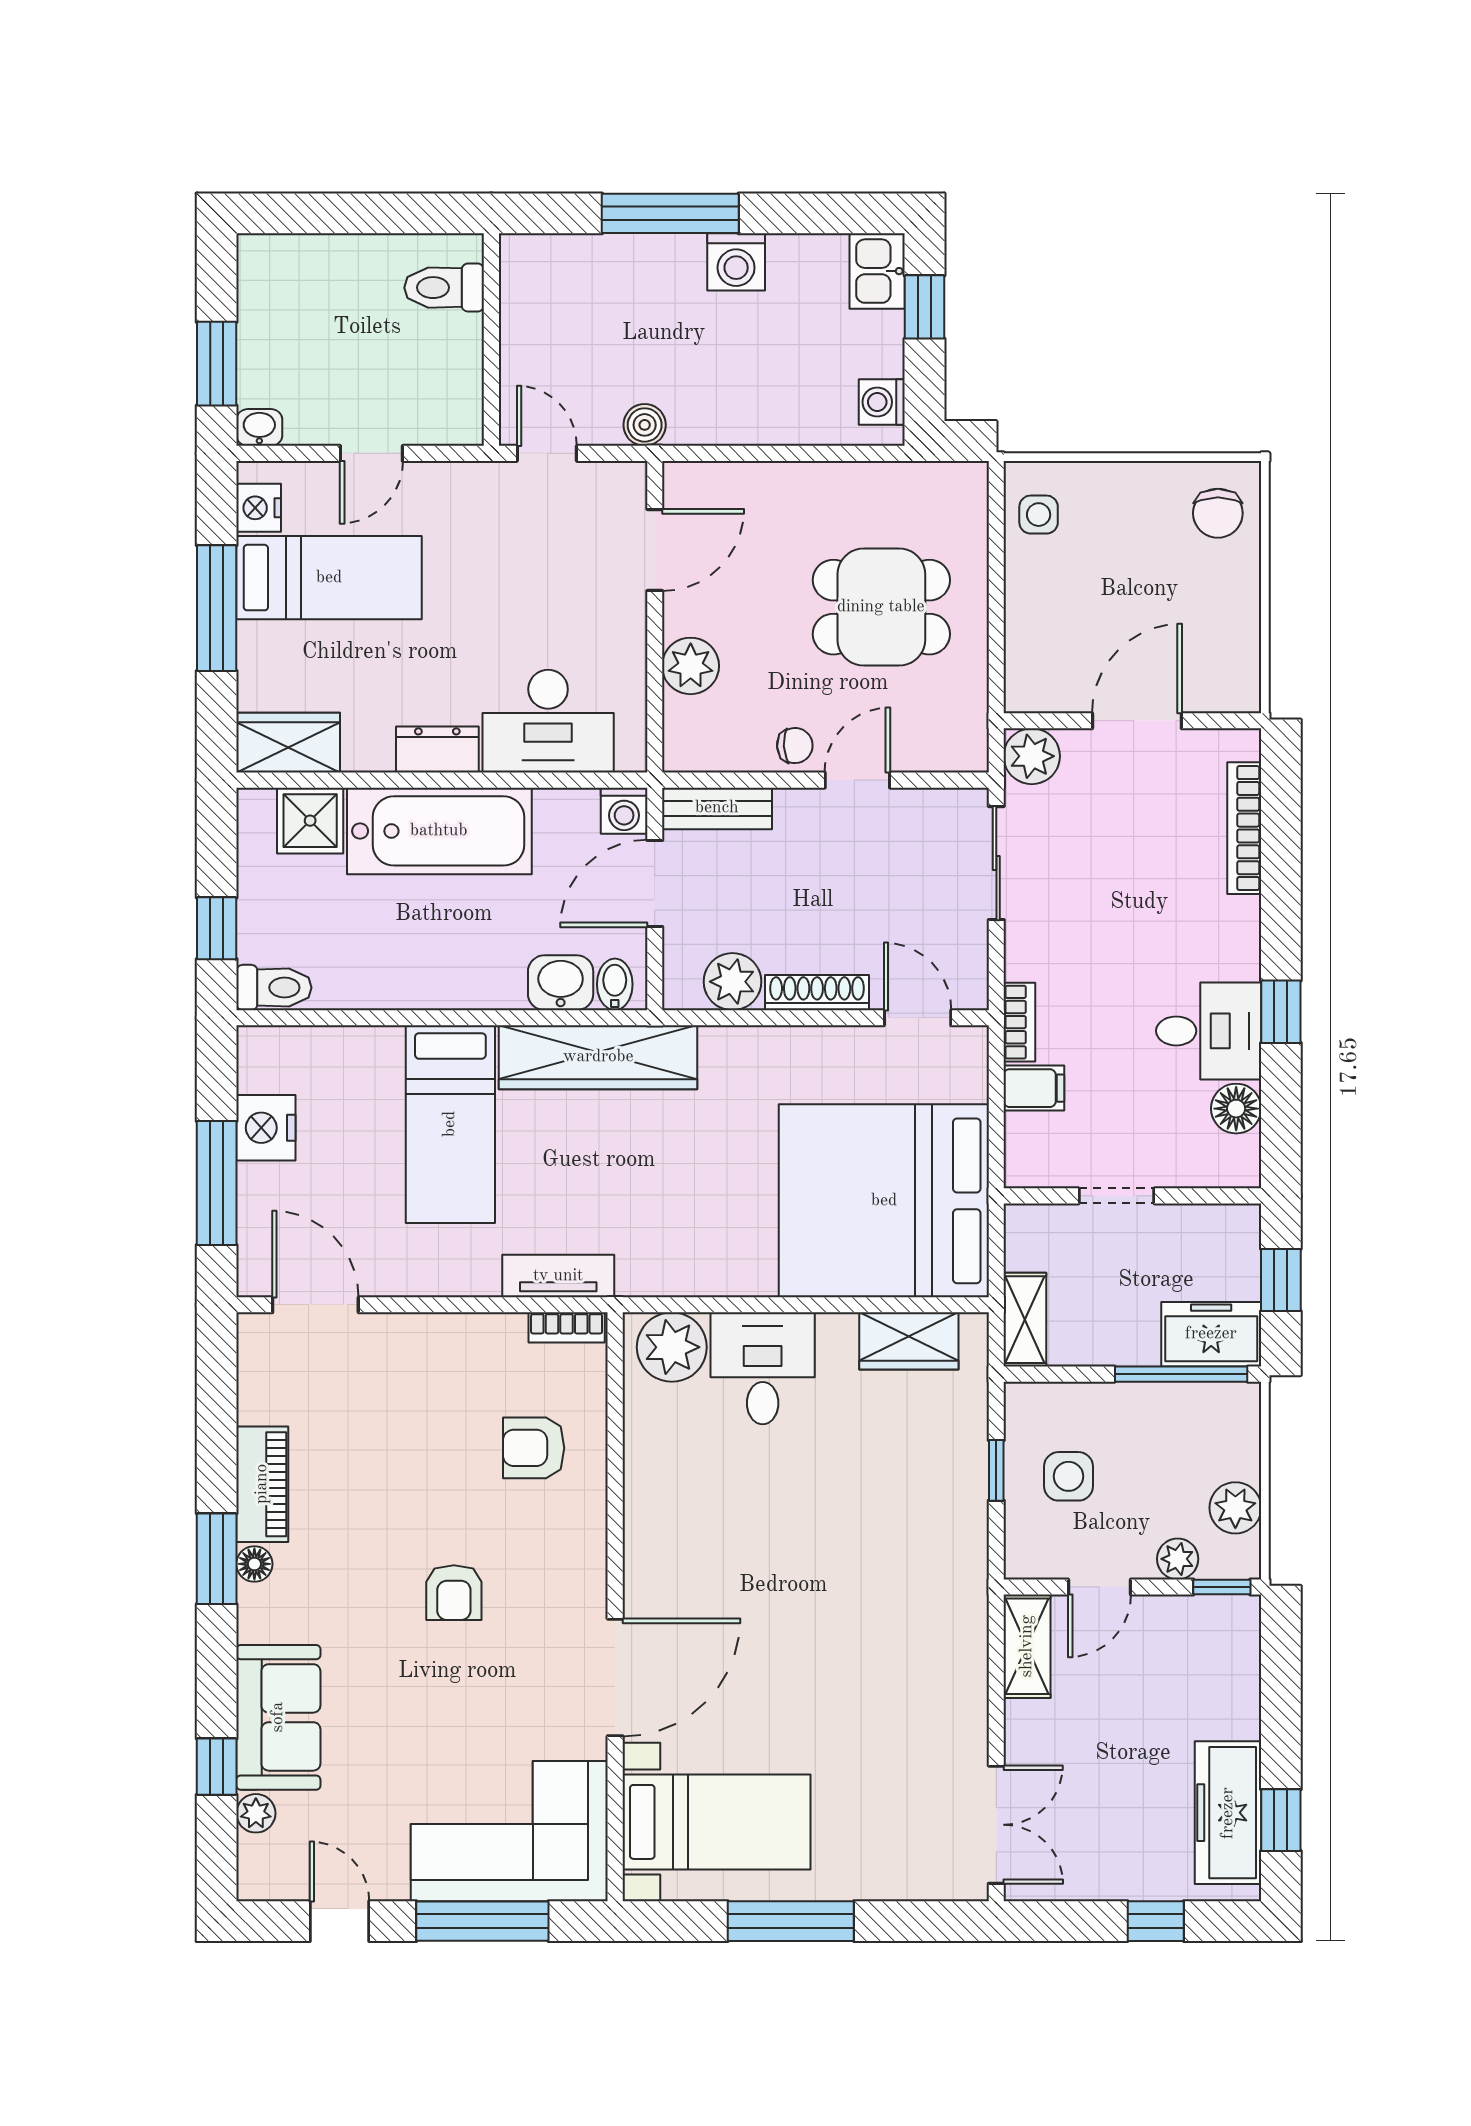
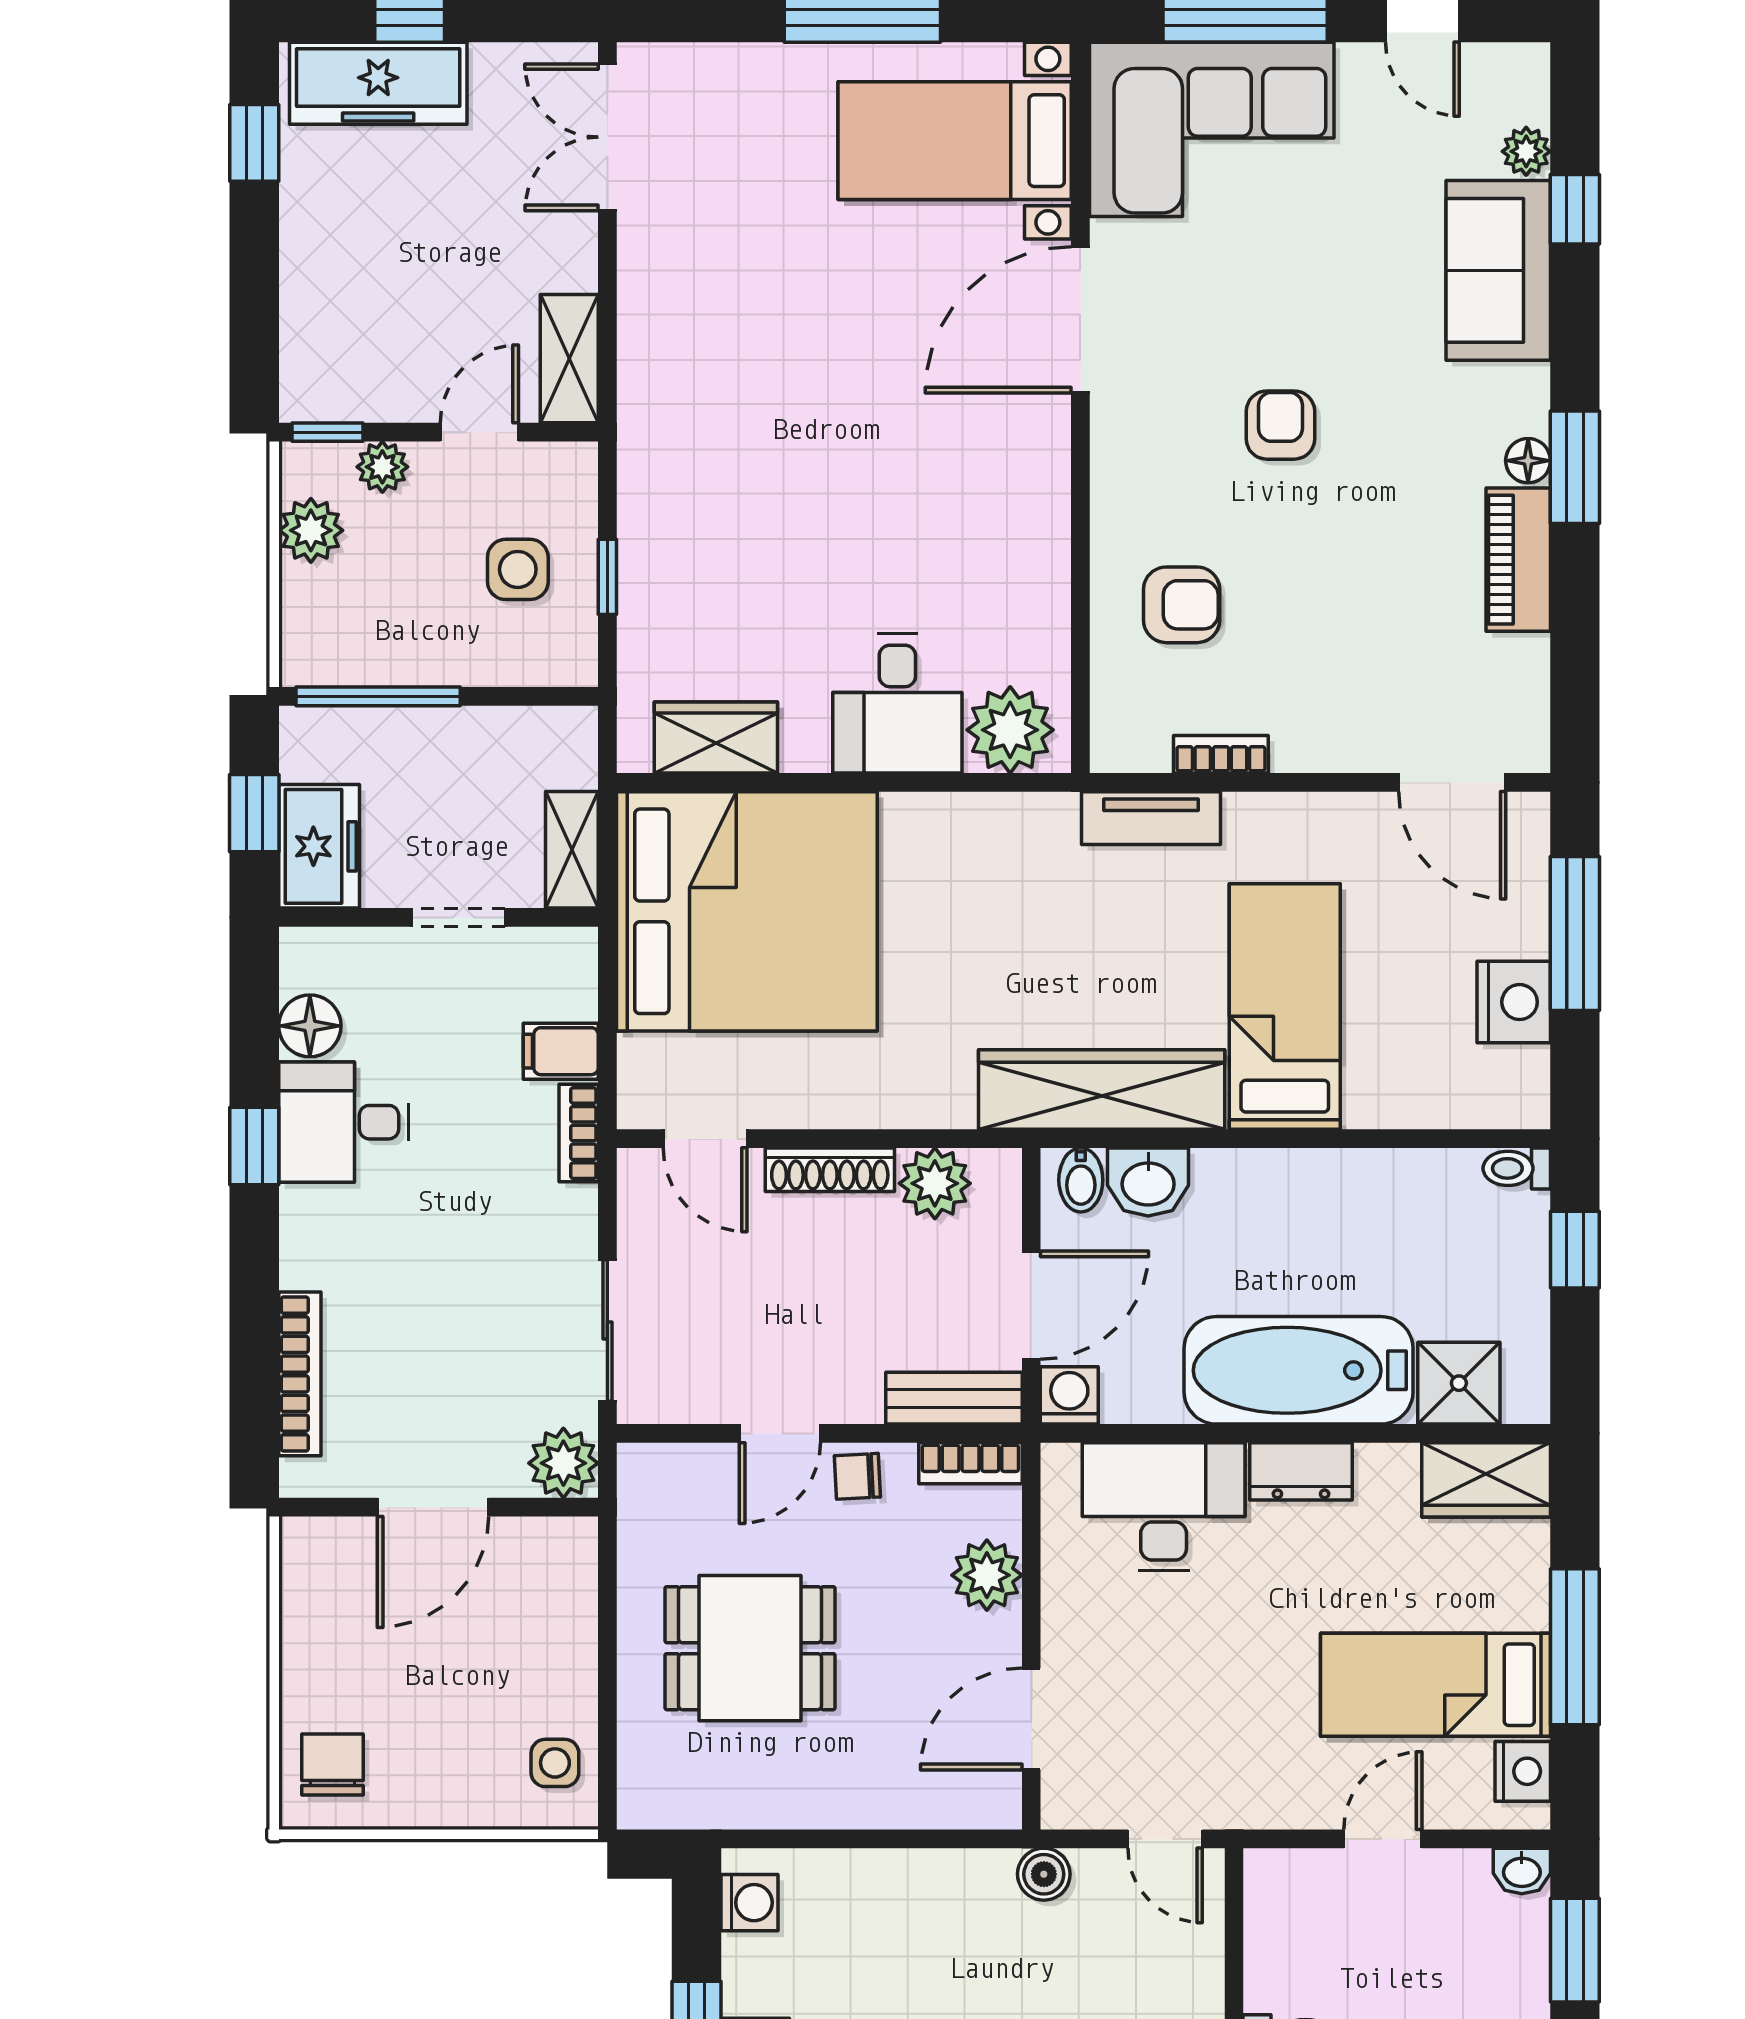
bookcase: (704, 756) -> (970, 1463), added
toilet: (274, 988) -> (1517, 1168), width x0.73, depth x0.72
shelving: (1025, 1320) -> (572, 850), moved
bookcase: (567, 1327) -> (1221, 754), moved
freezer: (1211, 1334) -> (319, 846), moved, turned -90
freezer: (1228, 1813) -> (378, 83), moved, turned 90

